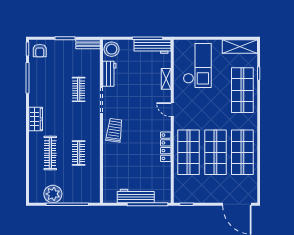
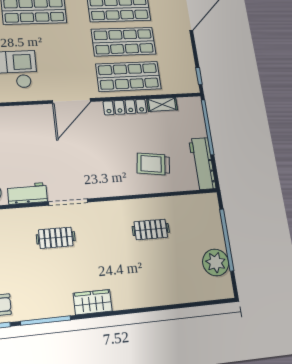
shelving: (166, 79) -> (162, 104), moved
door: (172, 110) -> (72, 101), width x1.88
wardrobe: (36, 119) -> (93, 302), moved
trolley: (114, 130) -> (153, 164), moved
clothes rail: (50, 153) -> (157, 272), removed
workbench: (136, 196) -> (202, 163), moved

